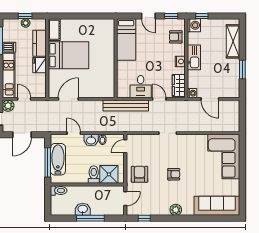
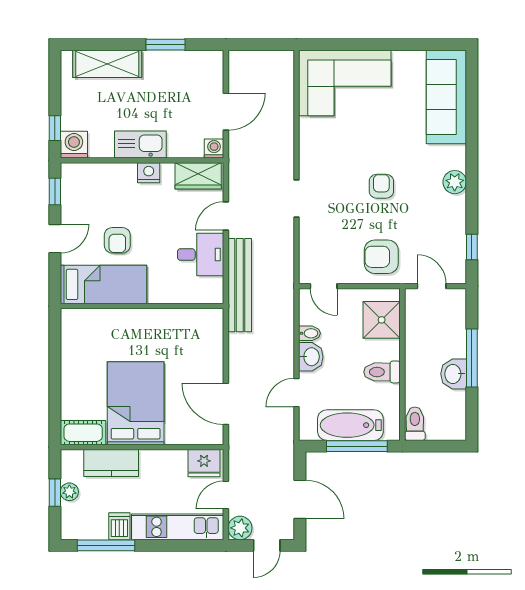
armchair: (176, 37) -> (117, 240), moved
fridge: (40, 65) -> (204, 463), moved
toilet: (94, 175) -> (382, 372), moved

